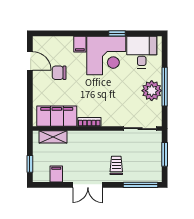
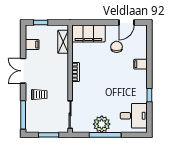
corner desk: (106, 56) -> (131, 86), removed
filing cabinet: (57, 116) -> (88, 33), moved, turned 90

